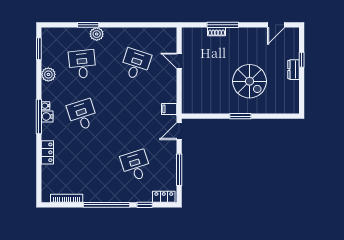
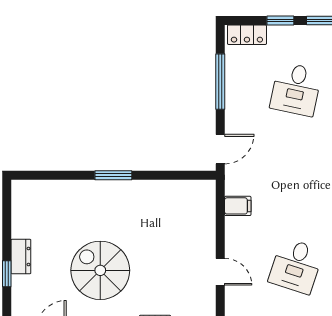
spiral stairs: (250, 81) -> (100, 270), moved
filing cabinet: (169, 109) -> (238, 206), moved
desk: (136, 166) -> (296, 89), turned 30

